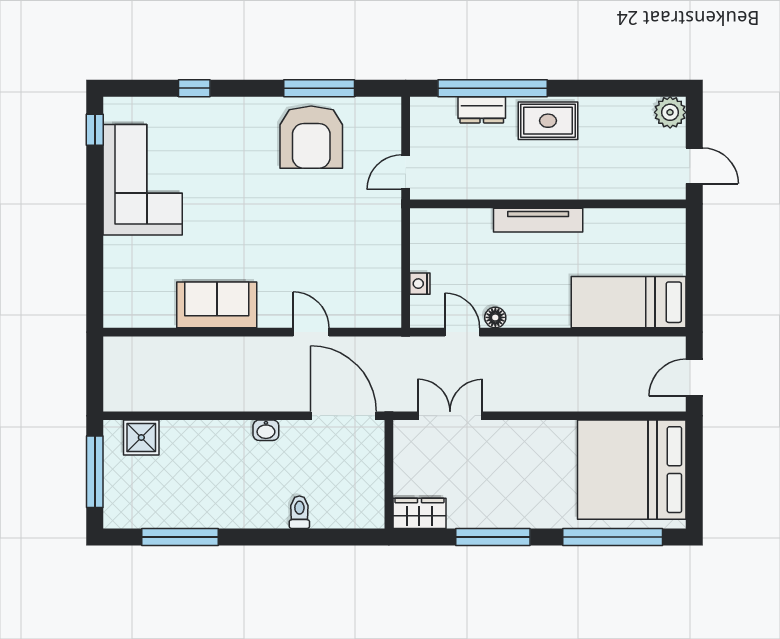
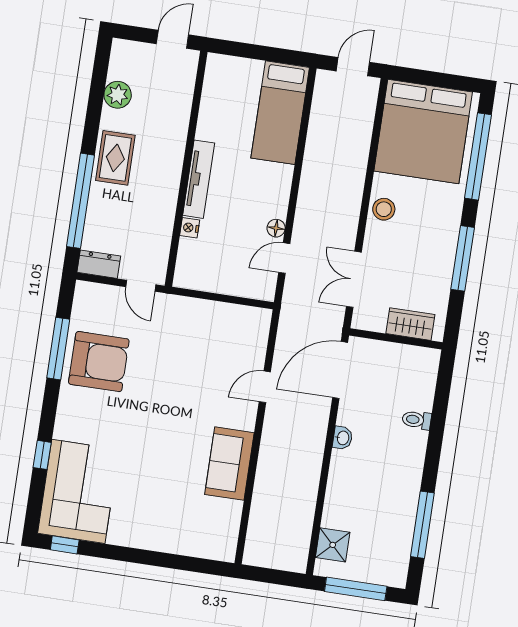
dresser: (482, 110) -> (99, 264), moved, turned -90
plant: (670, 112) -> (118, 95), moved
corner sofa: (143, 180) -> (78, 491), moved, turned 90
nightstand: (420, 284) -> (190, 228), moved, turned 90
door: (694, 378) -> (353, 67), swing flipped
stool: (536, 438) -> (384, 209), added
wardrobe: (419, 513) -> (410, 324), moved, turned 90

